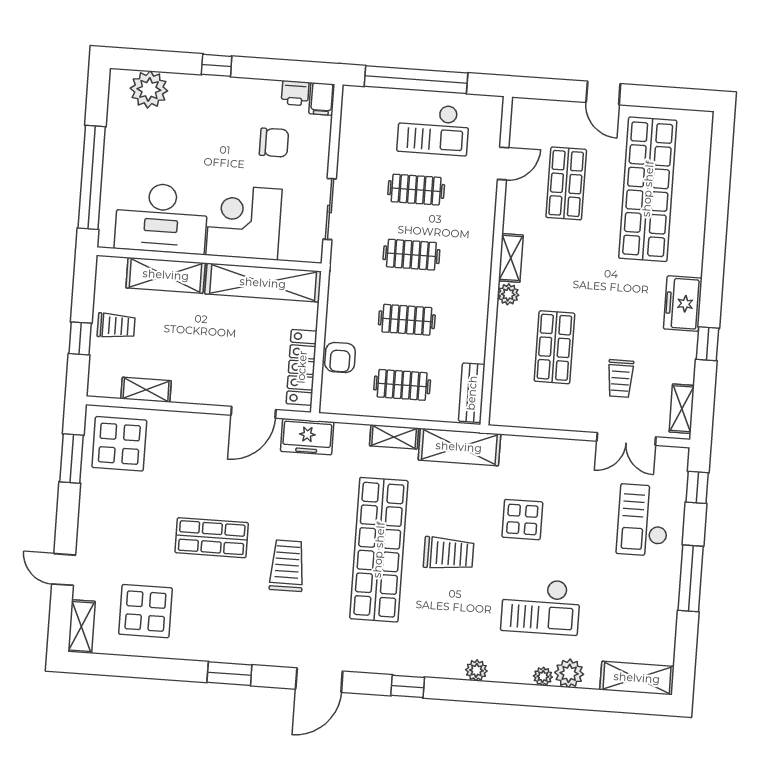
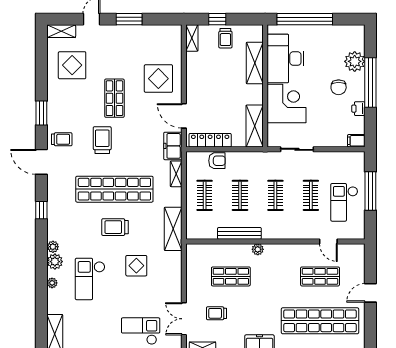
window: (217, 65) -> (370, 82), width x3.17
window: (416, 80) -> (370, 191), width x0.68
plant: (149, 90) -> (355, 61), moved
printer: (295, 93) -> (358, 109), moved
chair: (274, 143) -> (339, 87), moved
shelving: (511, 258) -> (278, 249), removed
shelving: (263, 283) -> (255, 126), width x0.68
armchair: (340, 357) -> (217, 161), turned 180
shelving: (146, 390) -> (192, 38), moved
bench: (472, 393) -> (239, 233), moved, width x1.36
shelving: (394, 437) -> (176, 174), moved
display table: (119, 444) -> (158, 79), moved
window: (72, 459) -> (129, 19), moved
trolley: (449, 553) -> (115, 227), turned 90
trolley: (287, 566) -> (102, 140), turned -90
trolley: (280, 640) -> (62, 139), added
plant: (569, 673) -> (55, 262), moved

